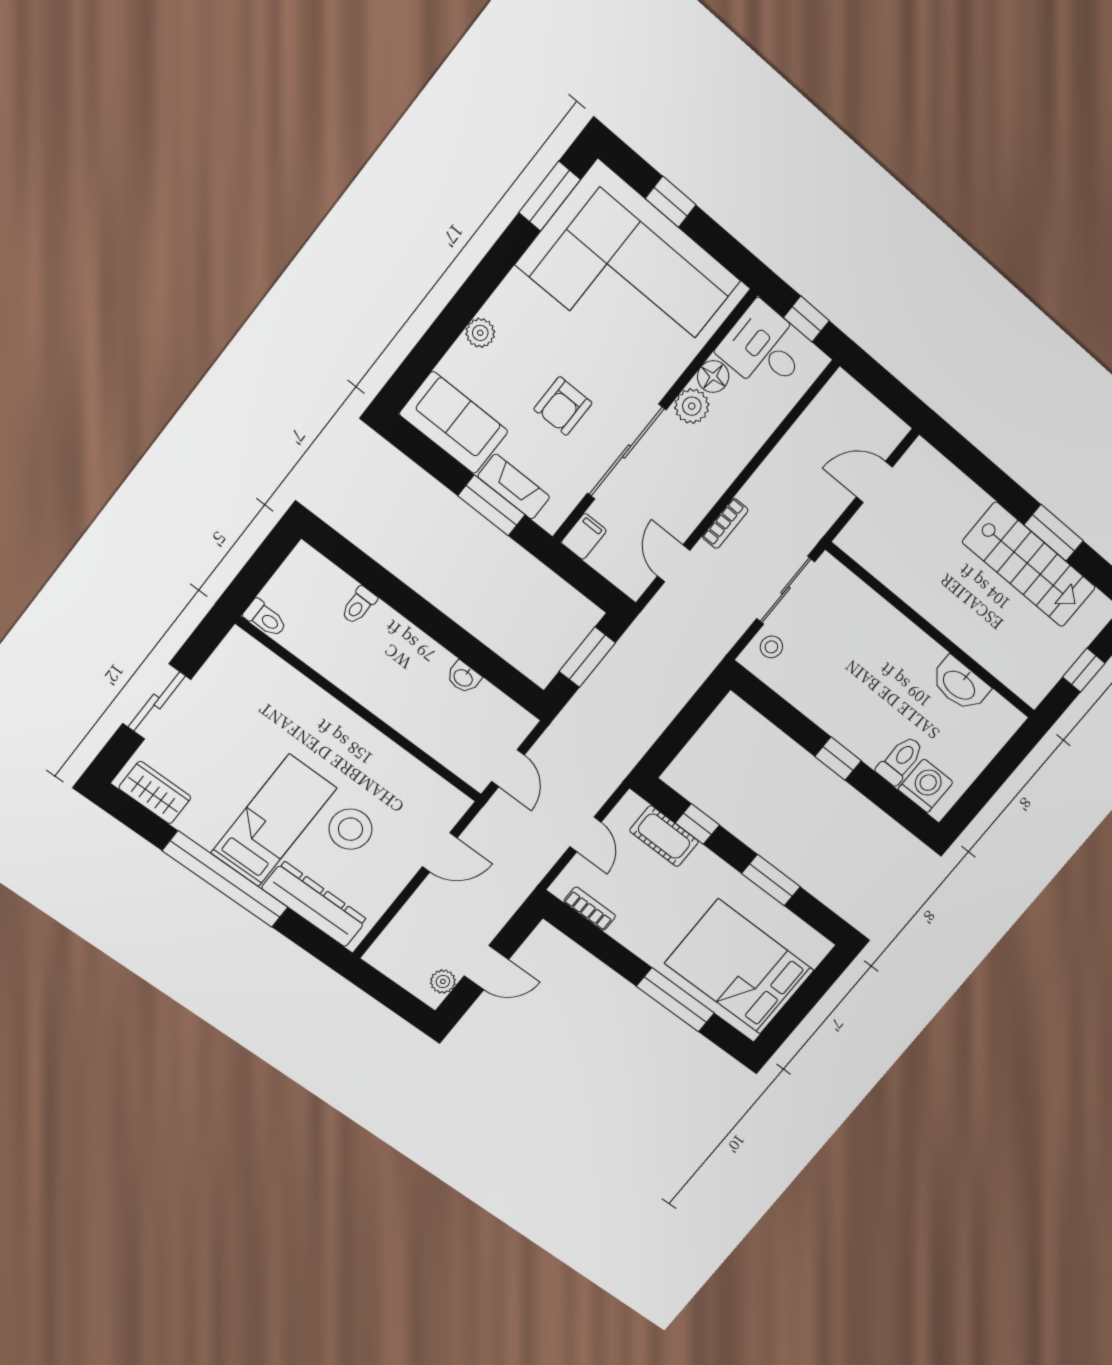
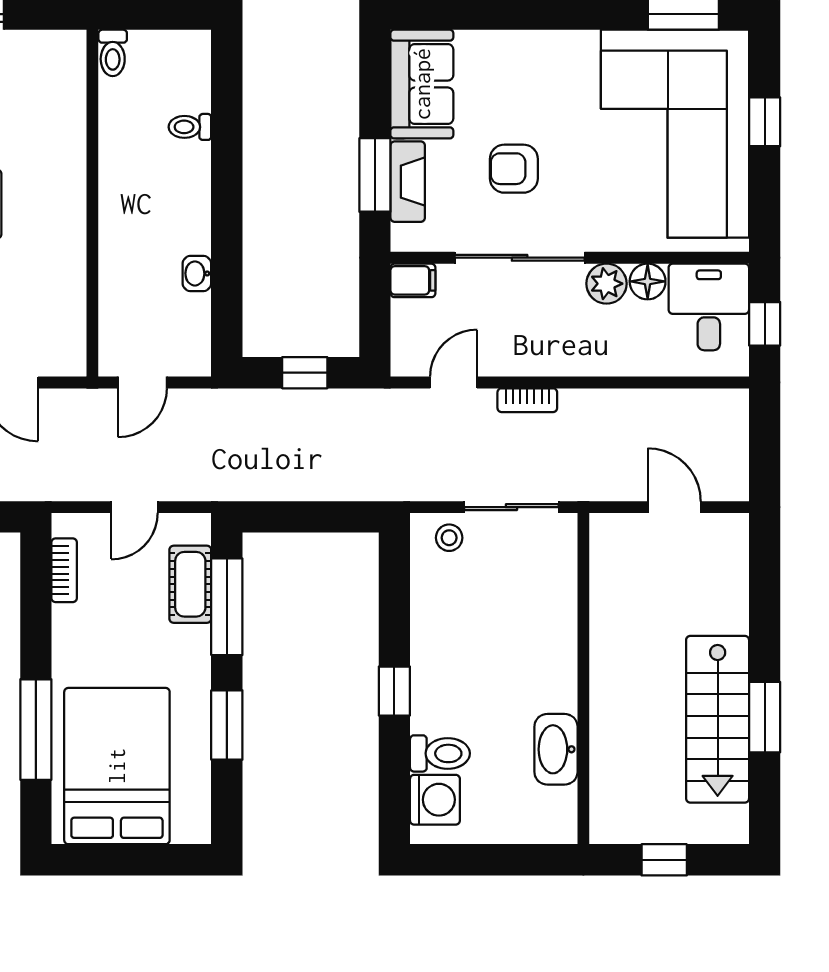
plant: (480, 333) -> (519, 46), removed
window: (587, 657) -> (305, 373), width x0.67
window: (697, 824) -> (227, 607), width x2.17

